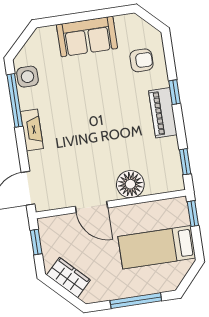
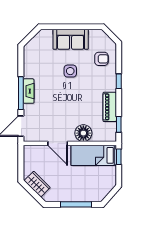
side table: (28, 77) -> (70, 71), moved
window: (15, 100) -> (21, 93), moved
piano: (163, 113) -> (110, 107), moved
window: (36, 242) -> (21, 160), removed
bed: (157, 247) -> (94, 155), moved

